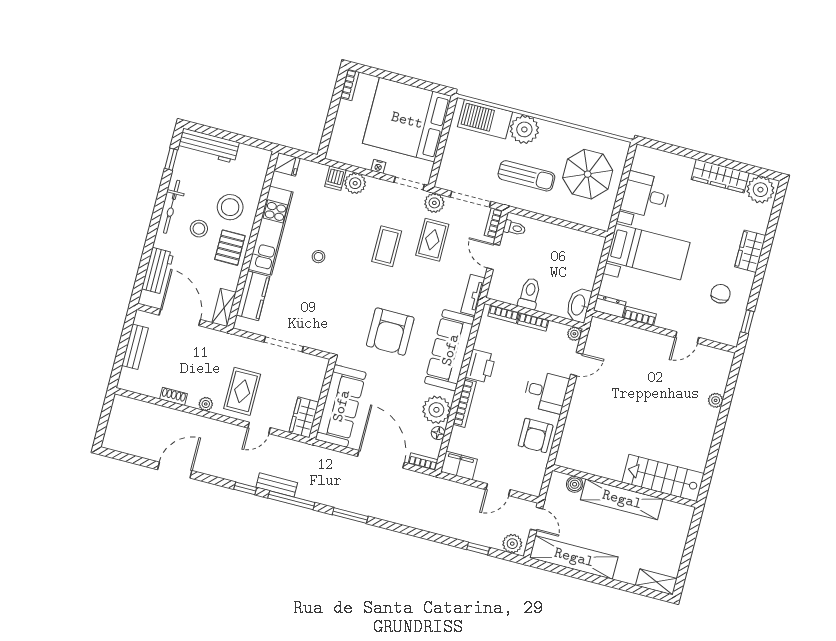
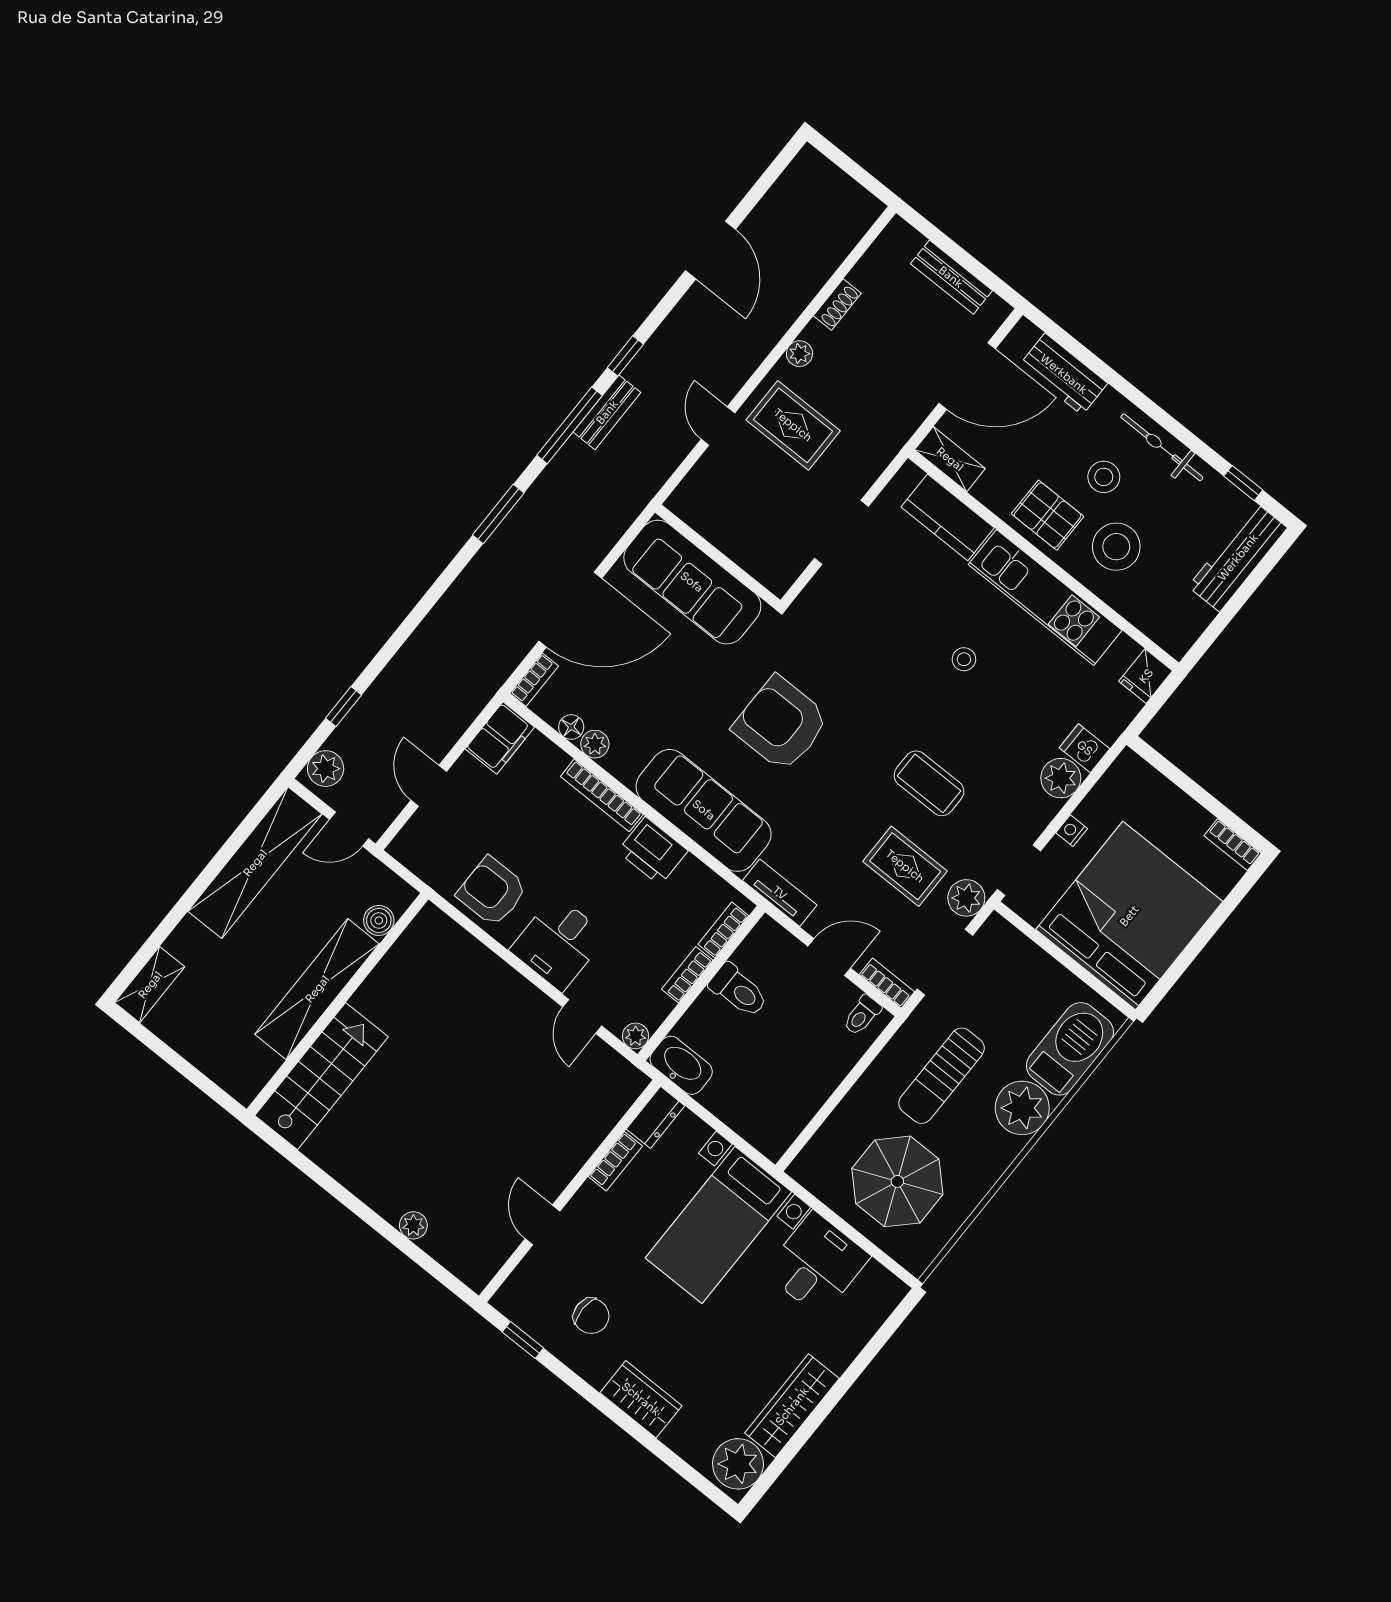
plant: (436, 410) -> (595, 744), width x0.53, depth x0.53
wardrobe: (304, 417) -> (701, 511), removed

